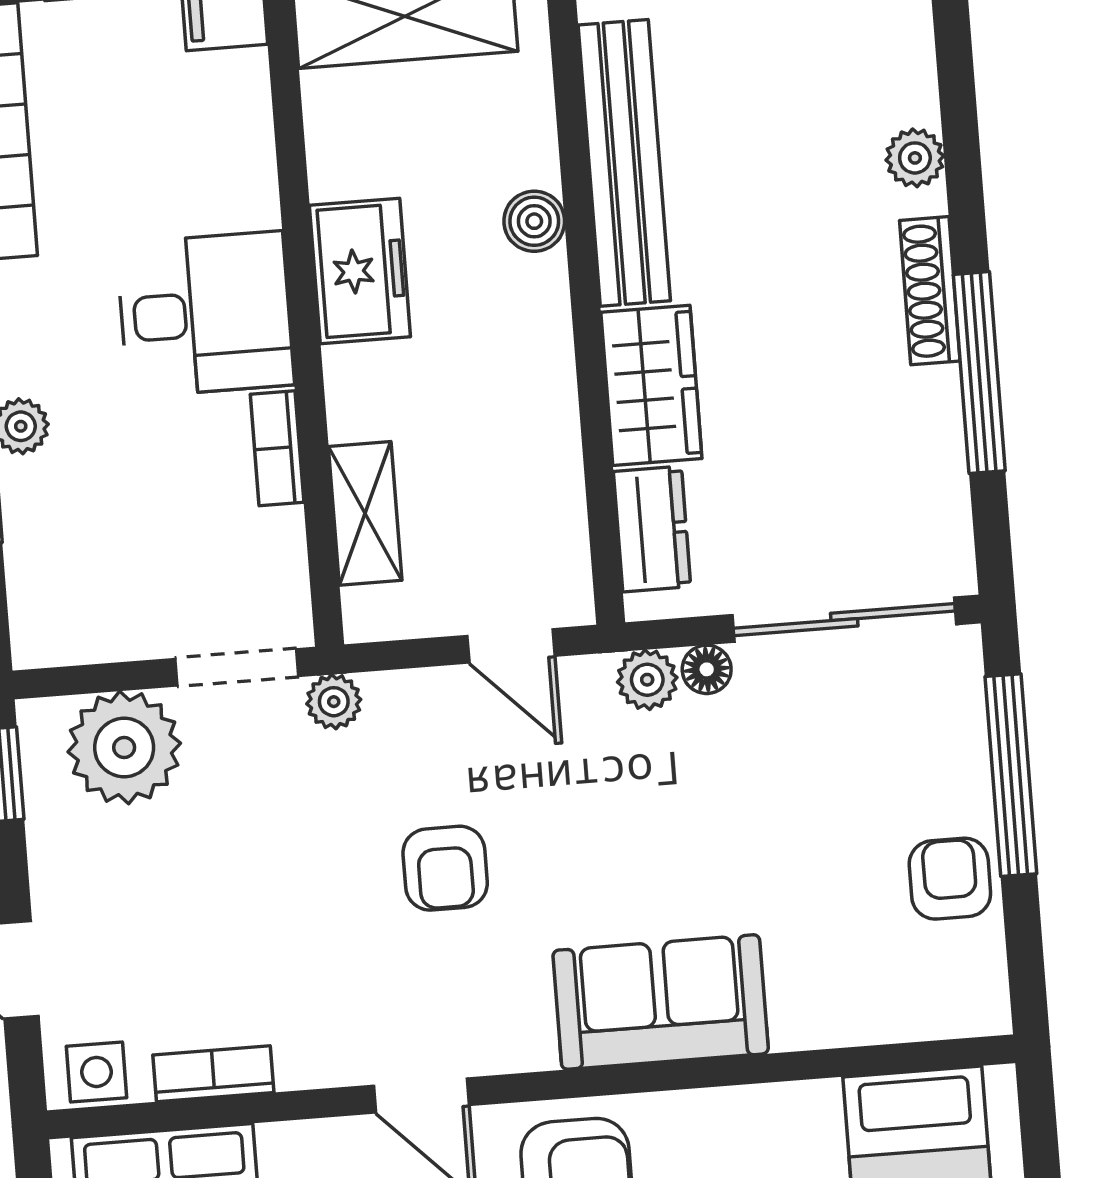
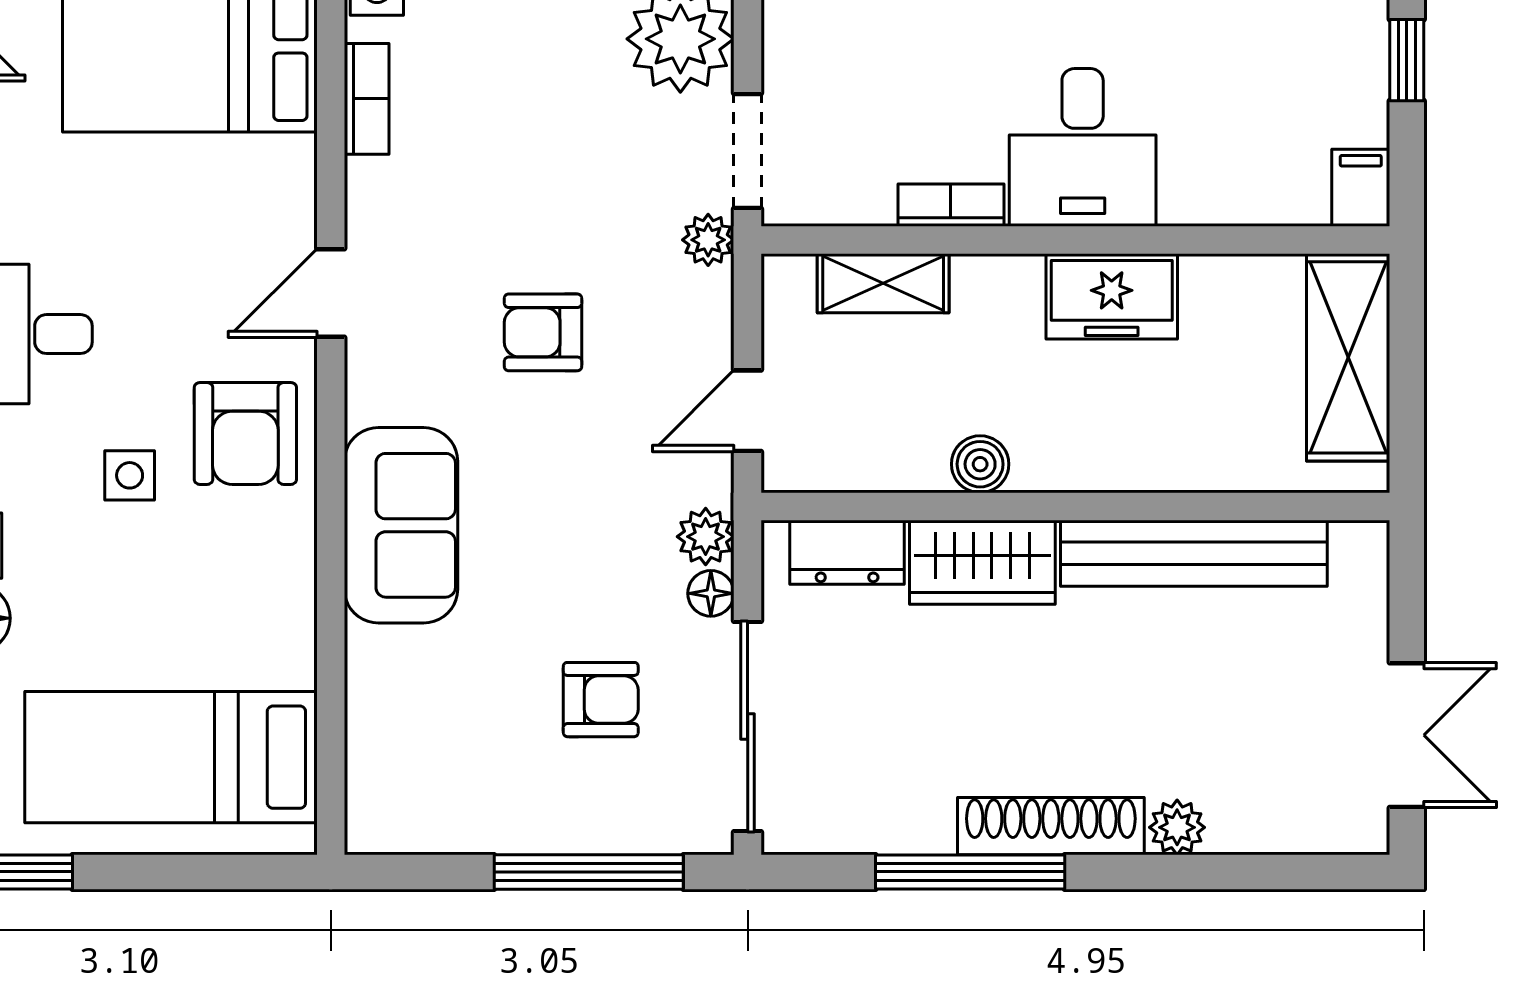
boiler: (534, 221) -> (980, 464), moved
shoe rack: (930, 291) -> (1051, 826), width x1.36, depth x1.24
armchair: (950, 879) -> (601, 700), moved

